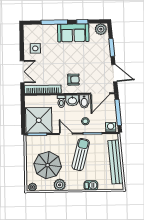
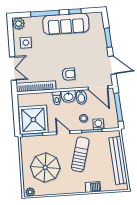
plant: (101, 29) -> (19, 24), moved
sofa: (73, 33) -> (66, 24), width x1.36
door: (100, 93) -> (98, 88), hinge flipped
washing machine: (111, 127) -> (98, 124), moved
plant: (60, 185) -> (59, 188), removed

